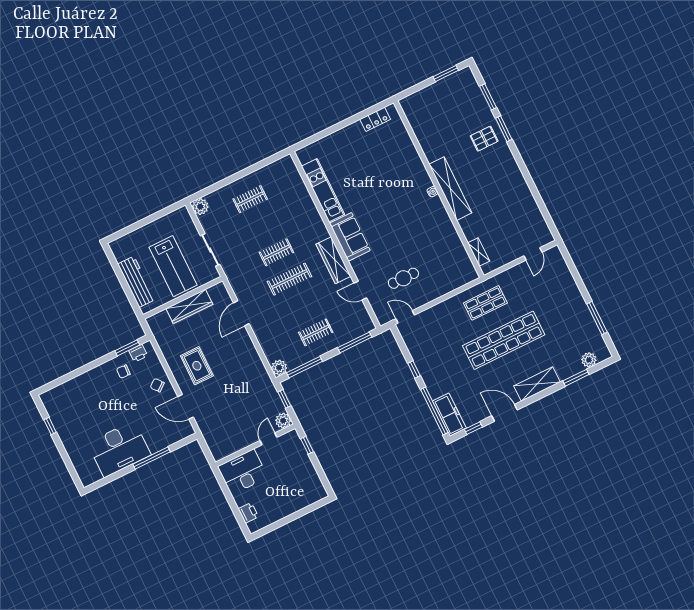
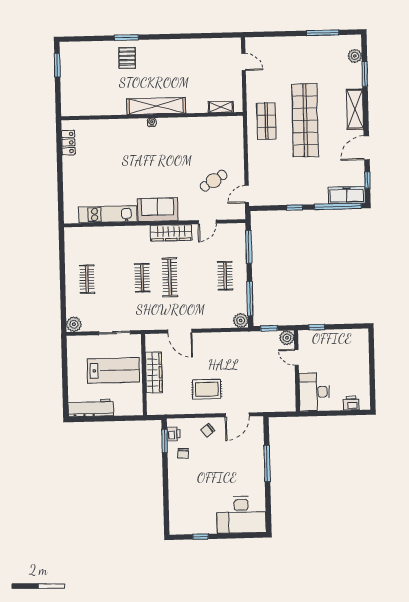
window: (488, 97) -> (93, 38), removed
cafe table: (403, 278) -> (214, 181), turned 58
workbench: (136, 282) -> (91, 408), moved
desk: (119, 449) -> (241, 515), moved, turned 90

